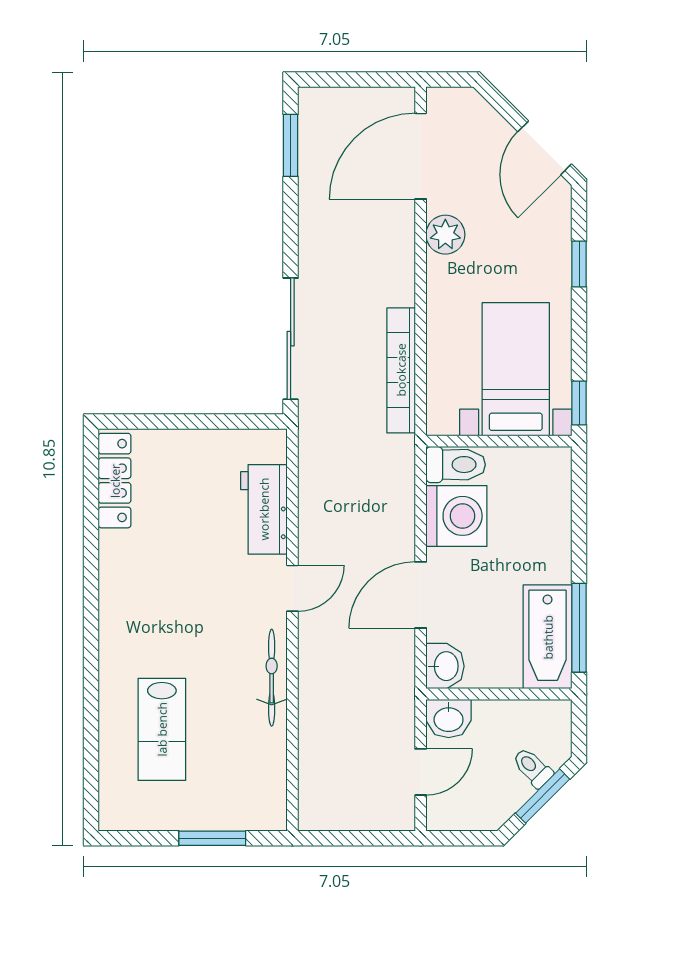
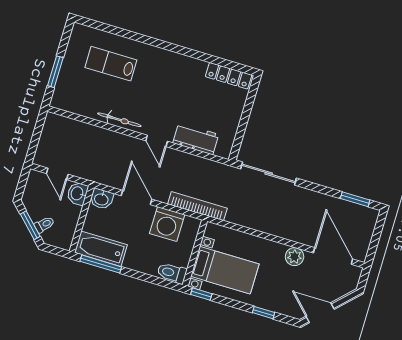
bookcase: (401, 370) -> (197, 206), moved
toilet: (456, 465) -> (172, 273), moved, turned 90

